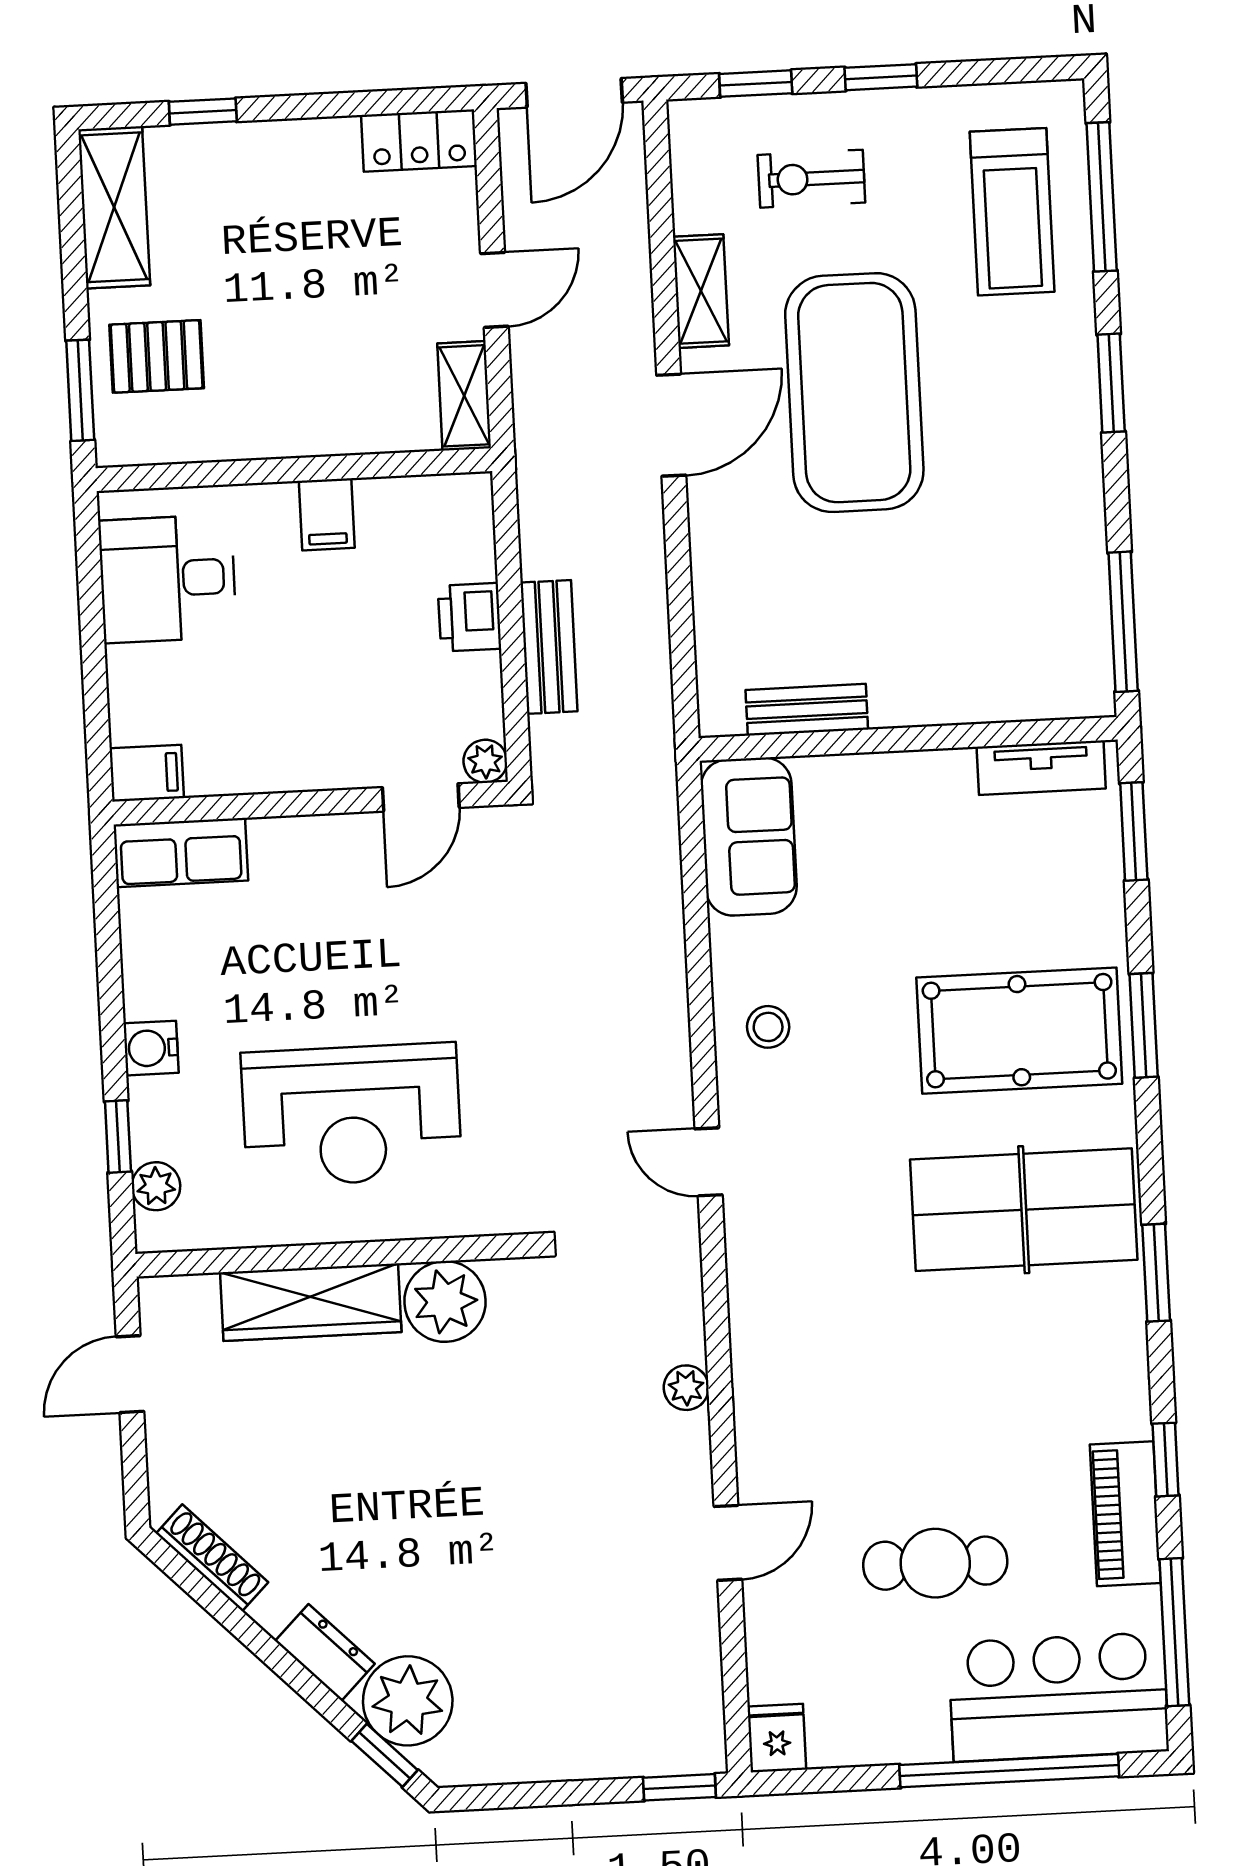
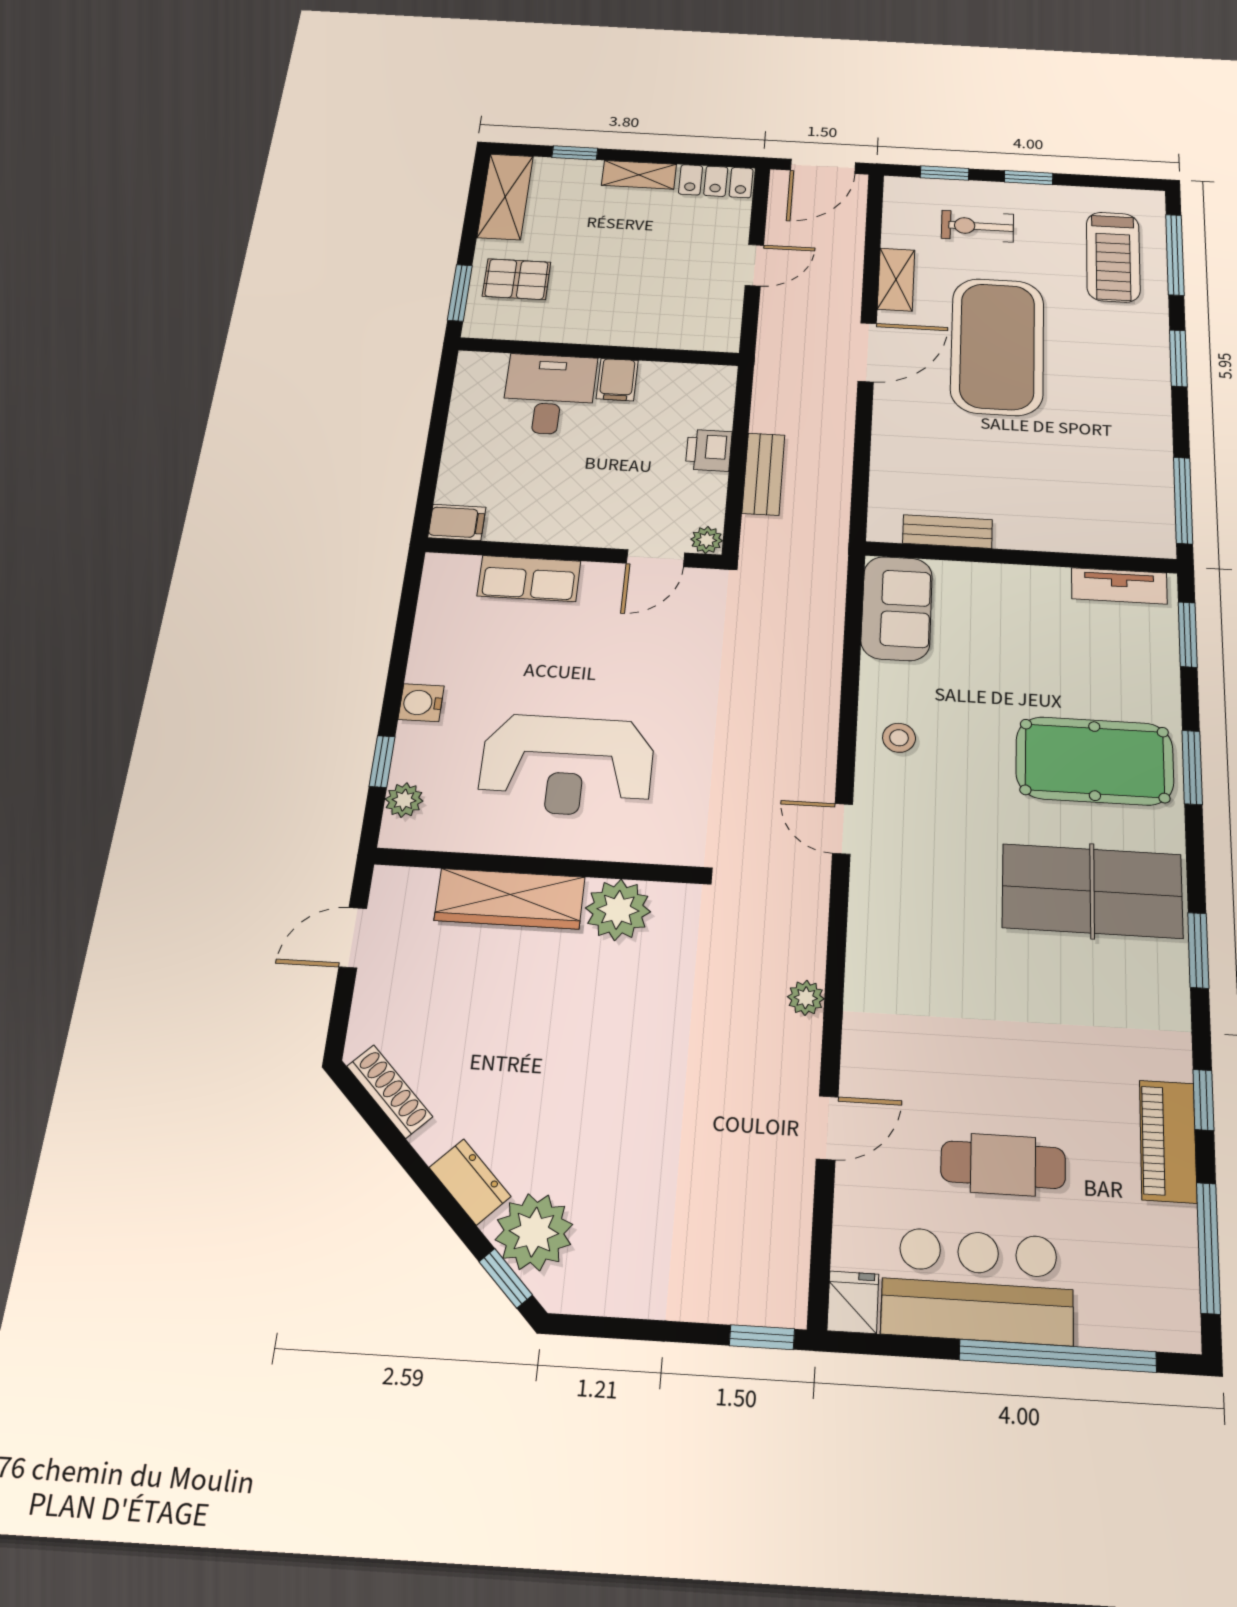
shelving: (464, 396) -> (639, 175), moved, turned 90
desk: (168, 579) -> (549, 394), moved, turned 90
row of seats: (181, 853) -> (529, 579), moved
bar counter: (1058, 1697) -> (978, 1286), moved

